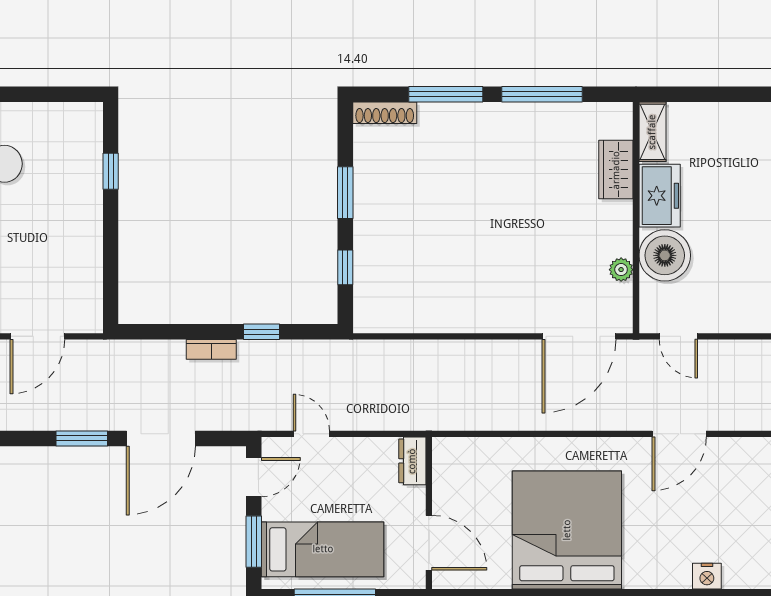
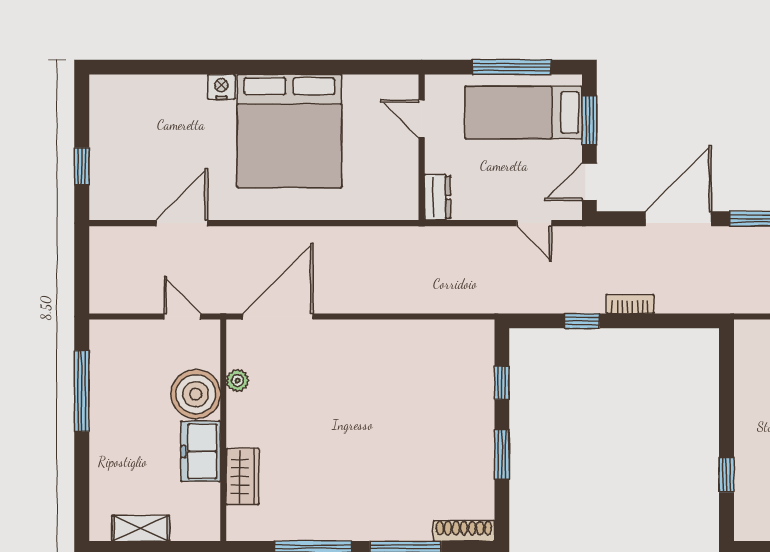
shelving: (652, 132) -> (141, 528), moved, turned 90
door: (429, 543) -> (422, 119), width x0.73
nightstand: (707, 576) -> (221, 87), moved

